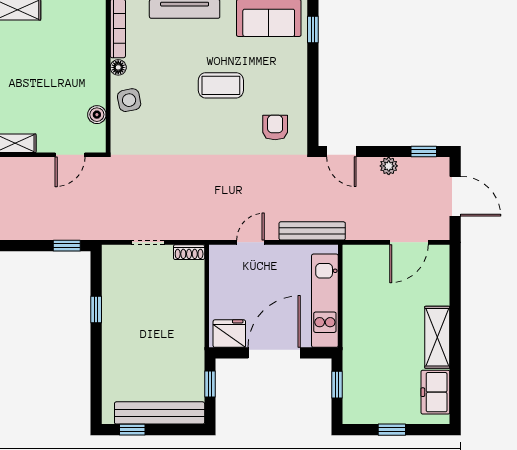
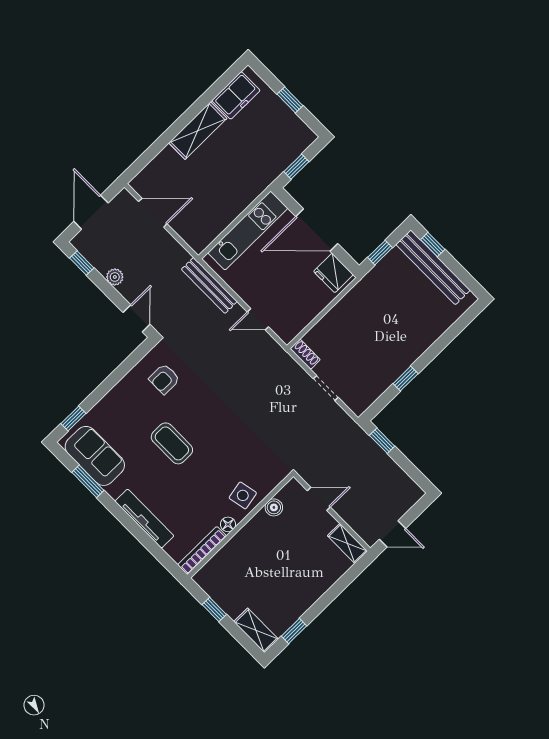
window: (132, 430) -> (433, 245), moved

